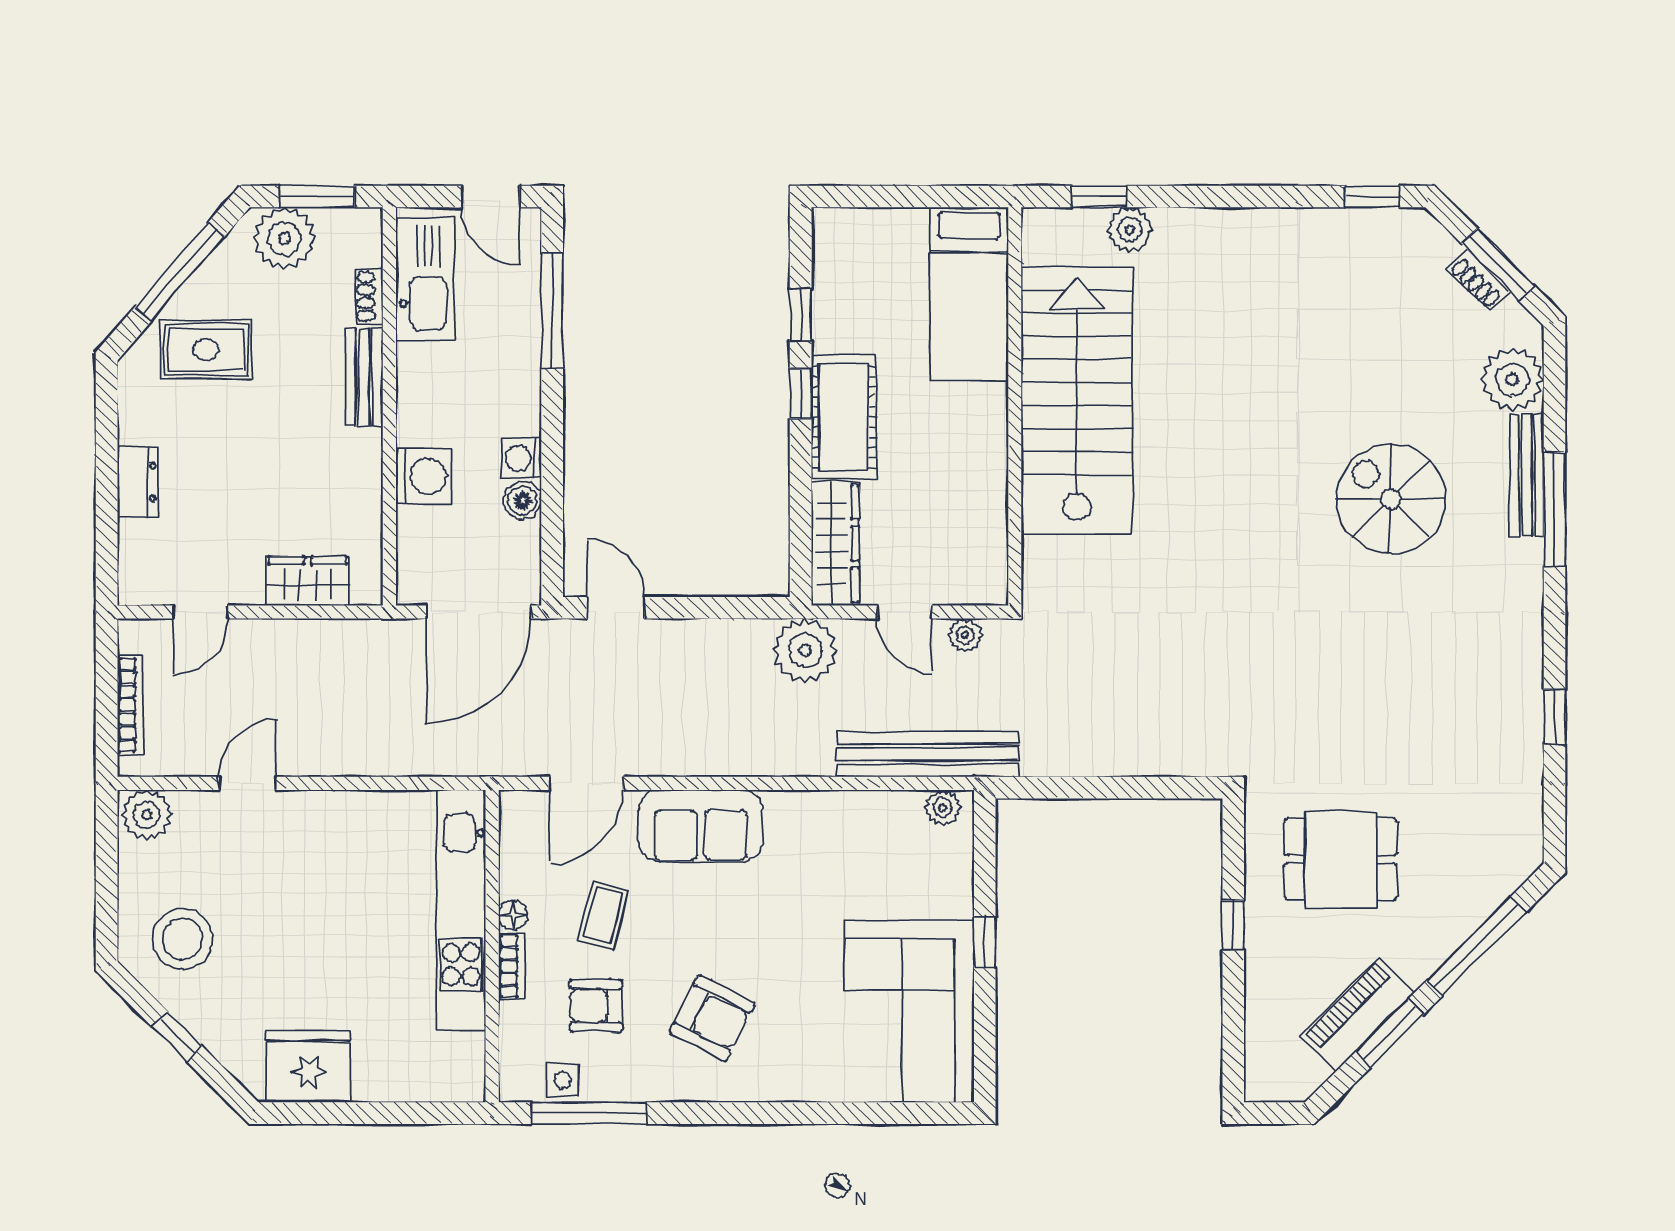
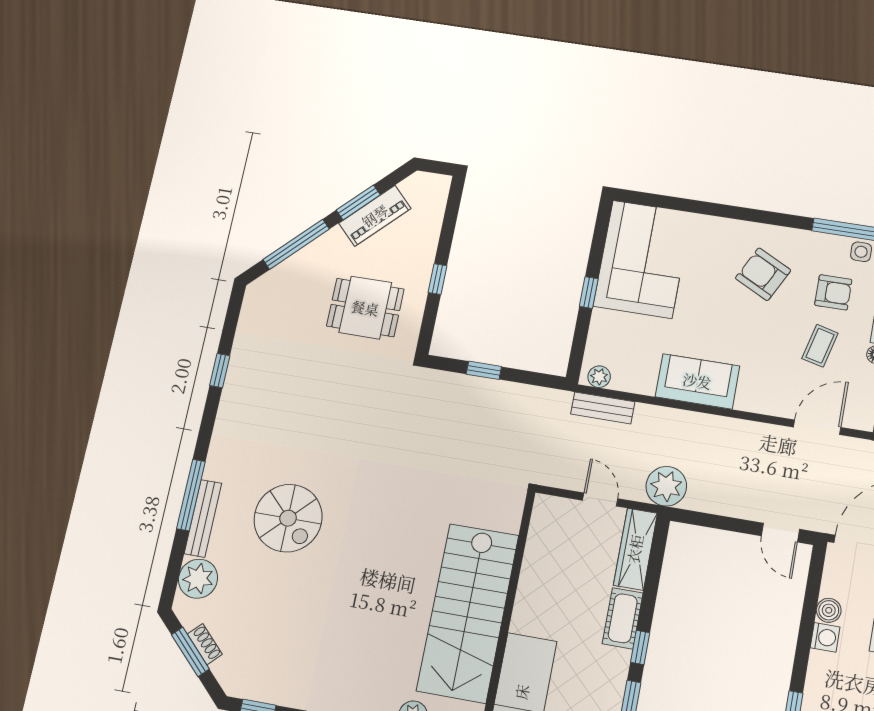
cot: (844, 417) -> (623, 618), width x0.73, depth x0.75
plant: (965, 635) -> (565, 479), removed
bench: (928, 754) -> (603, 408), width x0.54, depth x0.82
window: (1128, 788) -> (484, 370), added
sofa: (701, 826) -> (697, 381), moved

